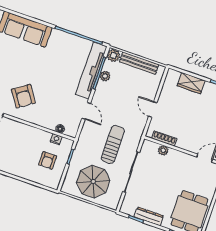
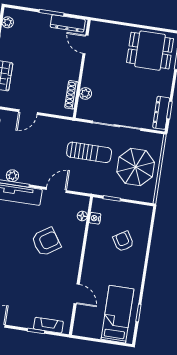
armchair: (23, 96) -> (46, 242), moved
door: (153, 110) -> (28, 112), moved
sun lounger: (113, 144) -> (89, 152), turned 180
armchair: (48, 160) -> (123, 241), moved, turned -122
dresser: (149, 216) -> (161, 113), moved

